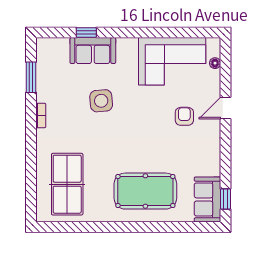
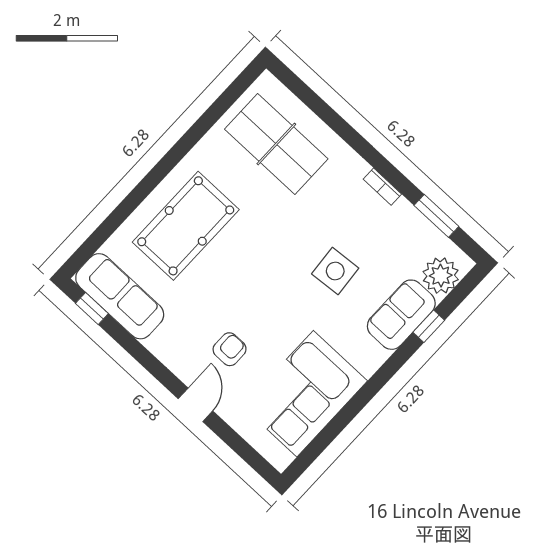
plant: (57, 49) -> (441, 276), added
floor lamp: (215, 63) -> (258, 440), removed
armchair: (184, 116) -> (230, 349), turned -90
sofa: (207, 199) -> (120, 296), width x1.36

